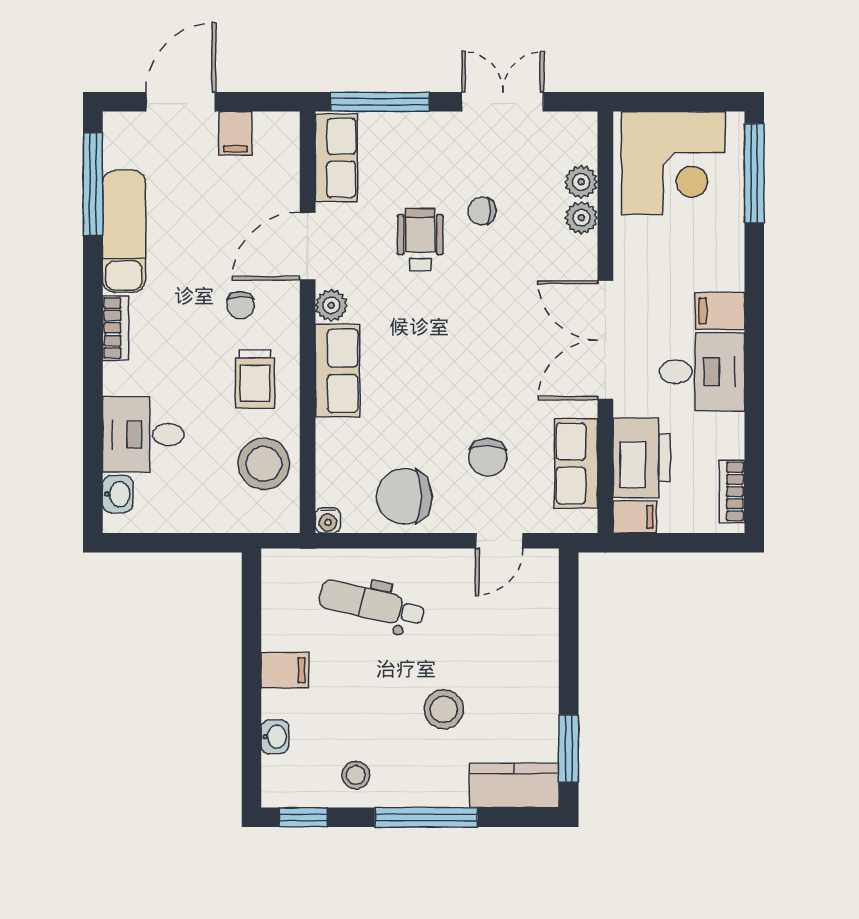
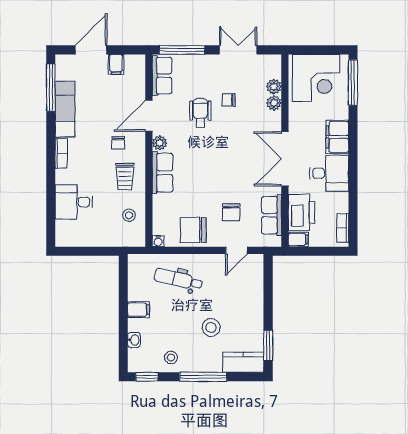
filing cabinet: (720, 311) -> (337, 137), width x2.00
stool: (264, 464) -> (129, 215), width x0.53, depth x0.53
washbasin: (118, 494) -> (62, 229), removed

